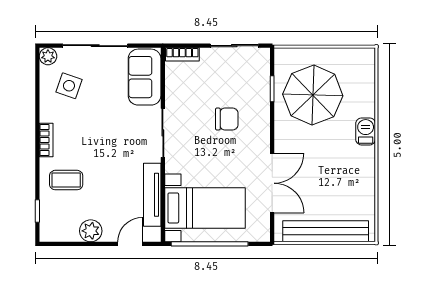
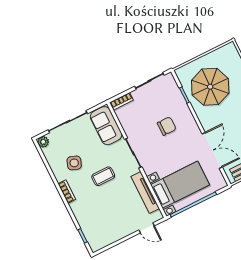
side table: (69, 86) -> (74, 163), moved
coffee table: (66, 180) -> (103, 176), moved
plant: (91, 231) -> (120, 232), removed
door: (130, 244) -> (147, 228), swing flipped

